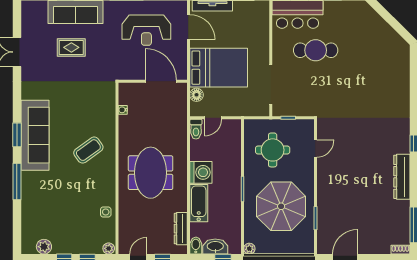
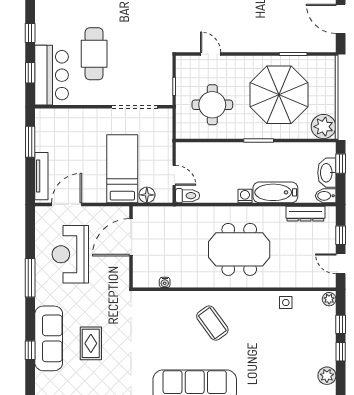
reception desk: (146, 30) -> (70, 254), turned 180
bed: (219, 68) -> (122, 169), width x0.67
washing machine: (201, 172) -> (245, 196), width x0.53, depth x0.53
plant: (249, 249) -> (324, 127), width x1.88, depth x1.88

